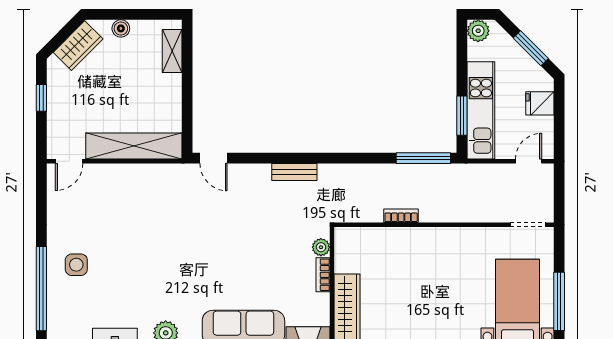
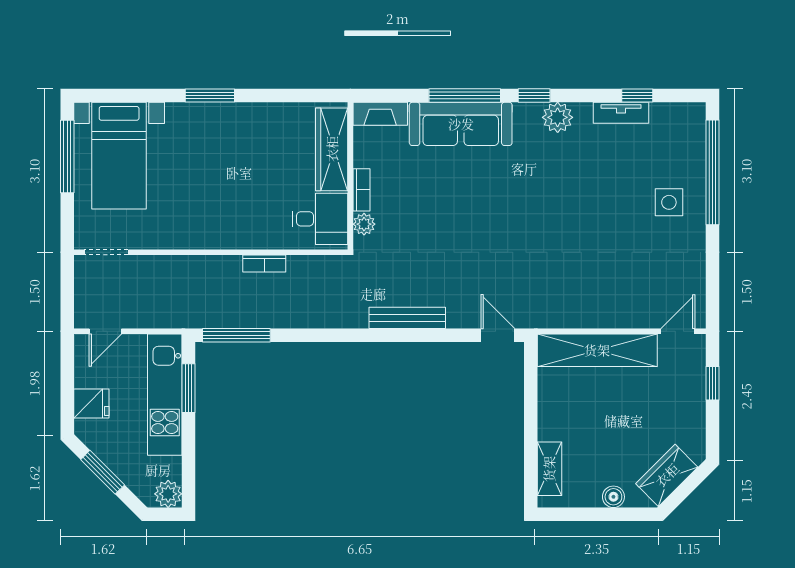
window: (41, 98) -> (712, 383), moved
bench: (294, 172) -> (407, 318), width x1.36
desk: (356, 251) -> (320, 219), added

